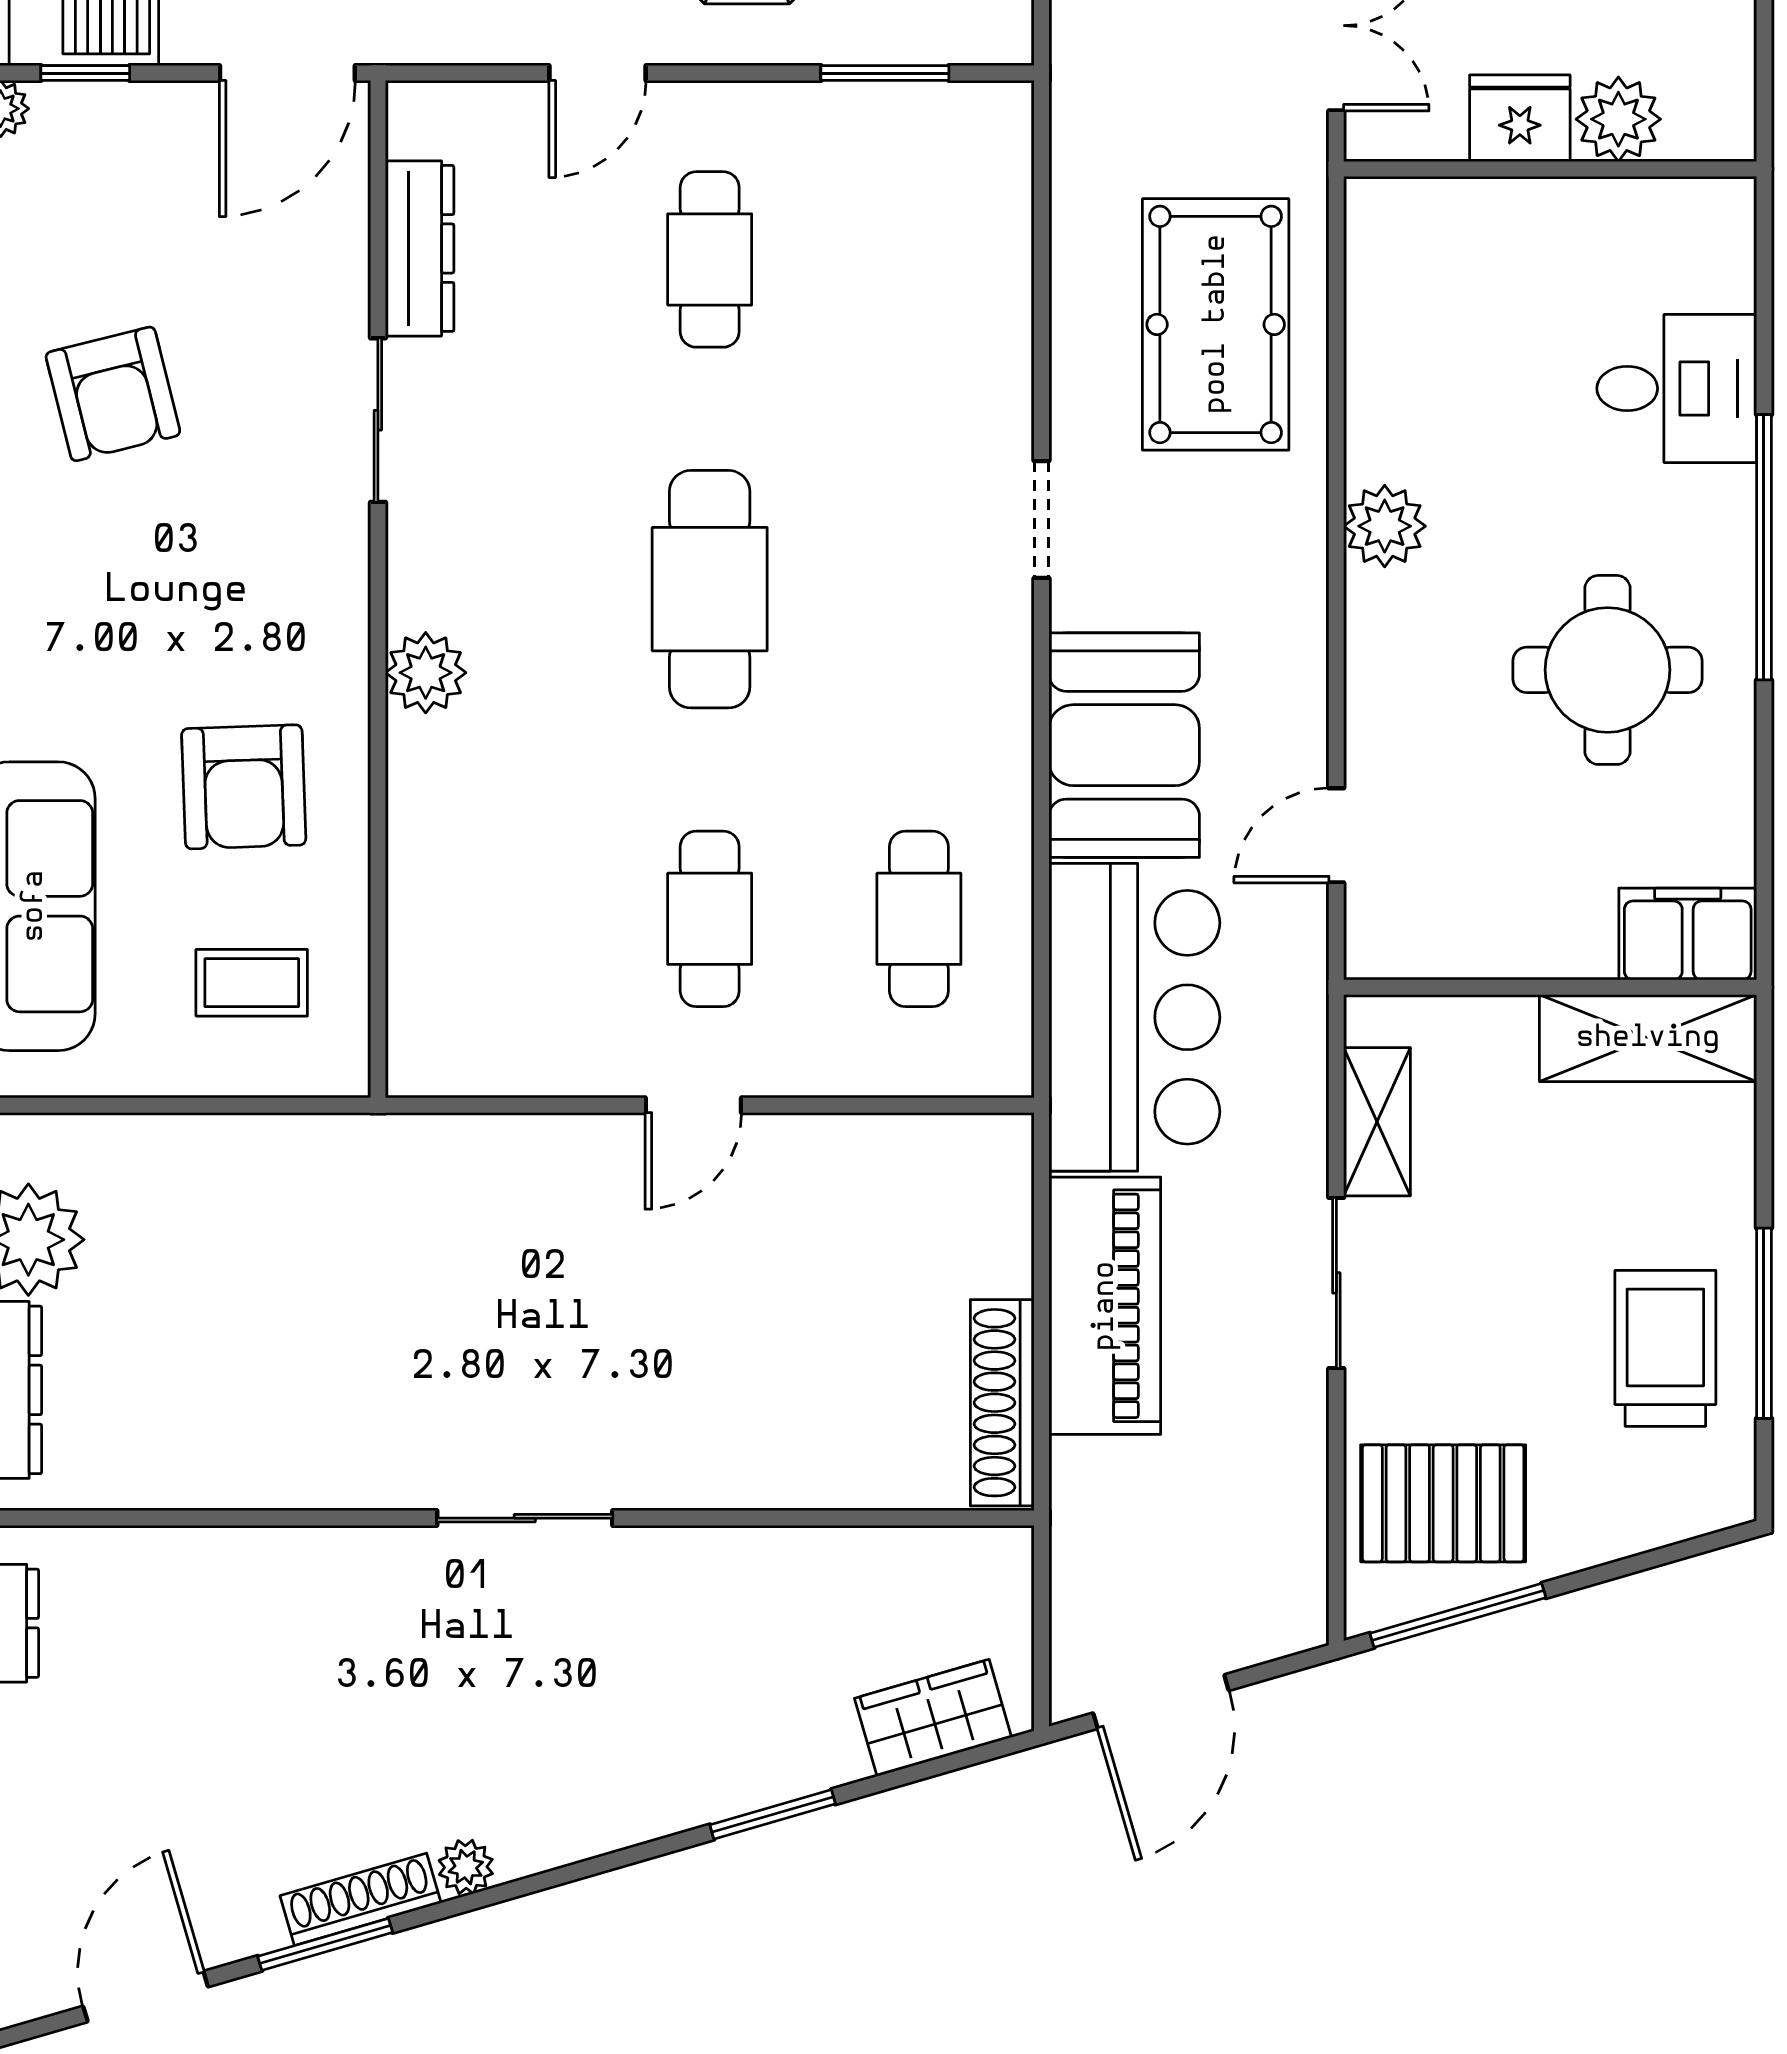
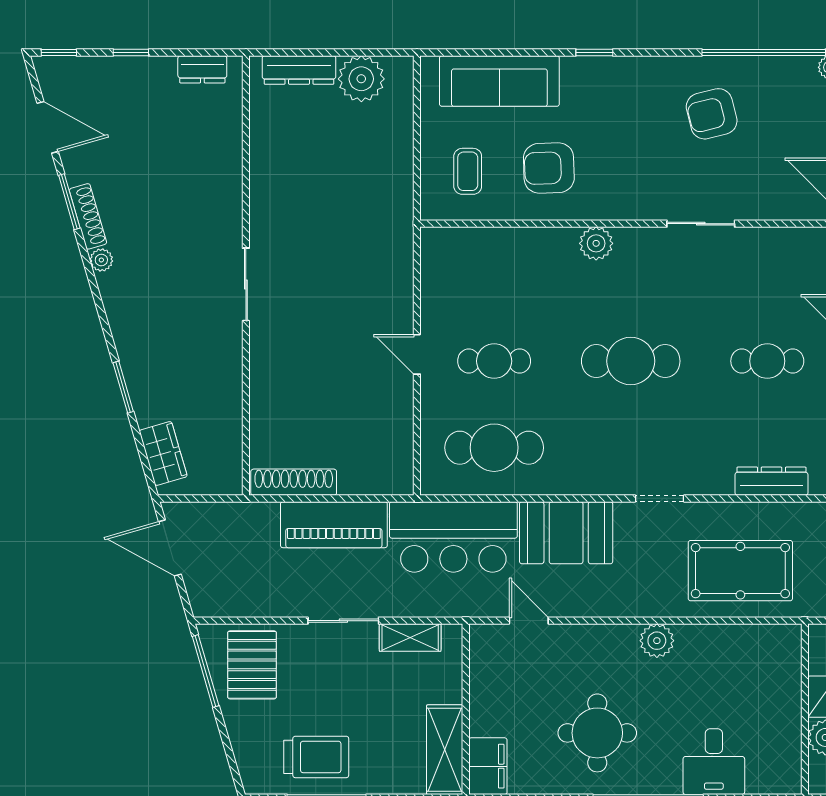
dresser: (420, 248) -> (771, 481), moved, turned 180
cafe table: (919, 919) -> (494, 448), width x1.37, depth x1.35

